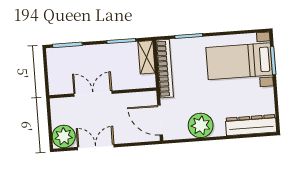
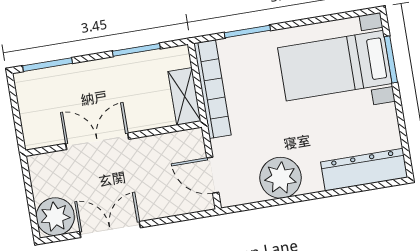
shelving: (147, 57) -> (184, 96), moved
door: (160, 120) -> (213, 175), width x0.73

